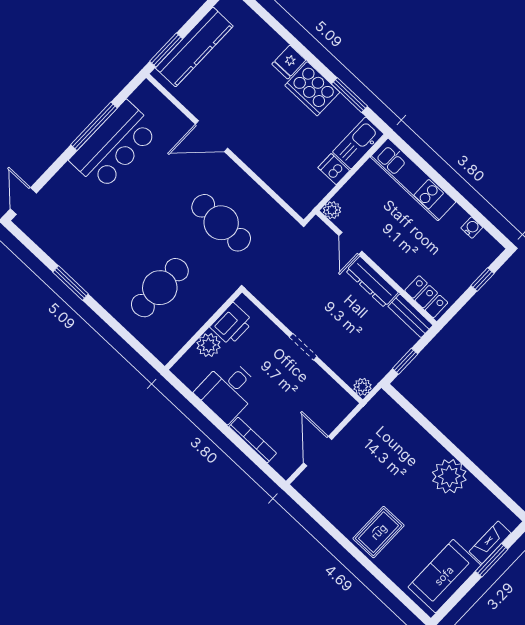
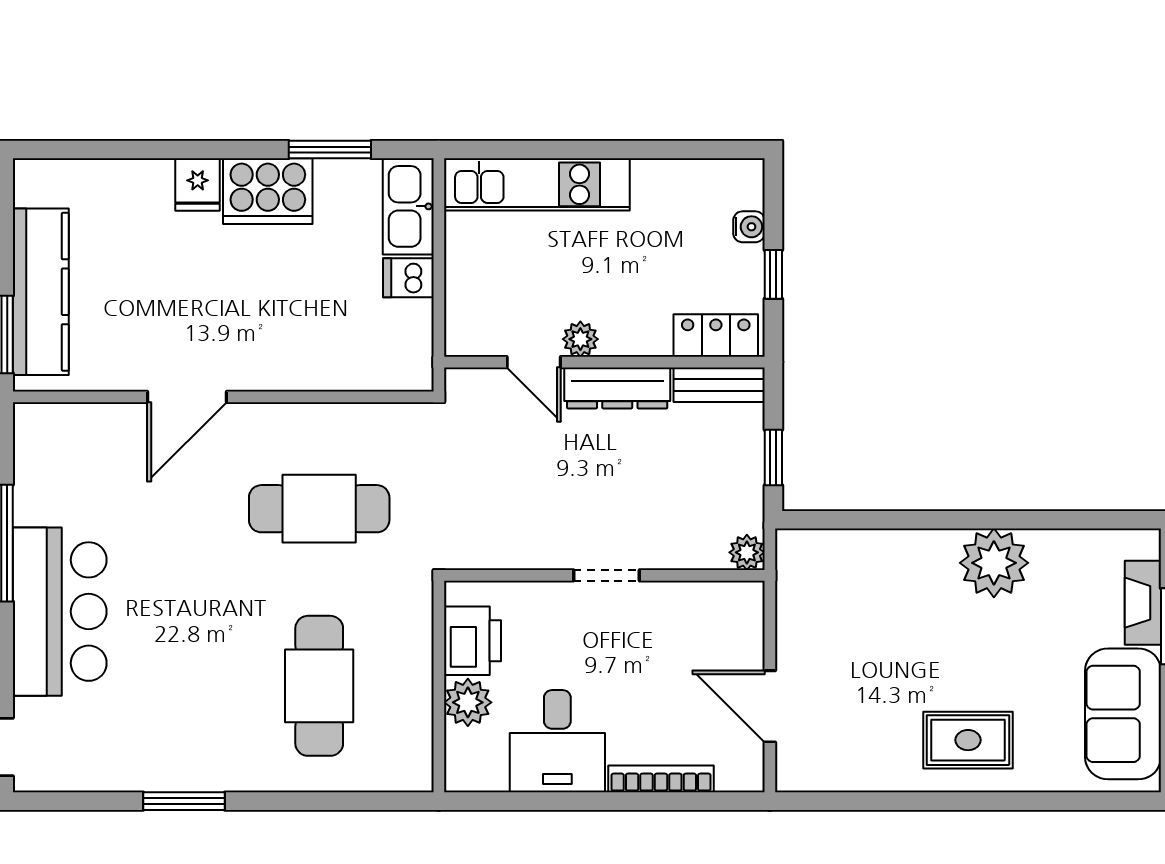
bar counter: (114, 146) -> (60, 612), moved
plant: (332, 210) -> (580, 339), moved
water cooler: (472, 228) -> (749, 227), moved, turned 90
window: (482, 279) -> (773, 274), moved
rug: (379, 532) -> (968, 740), turned 90

